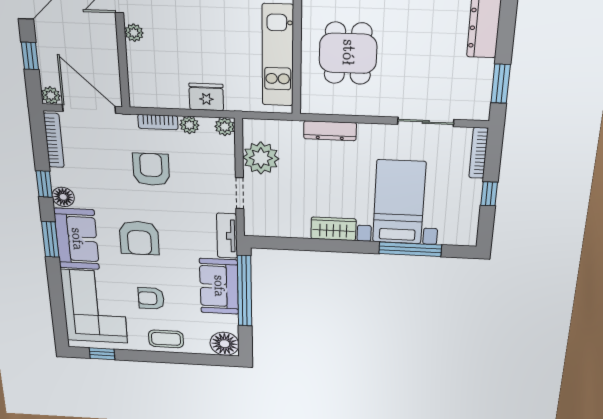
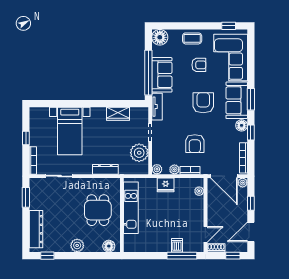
plant: (134, 33) -> (199, 191), moved
wardrobe: (333, 229) -> (118, 114), moved
window: (410, 249) -> (63, 104), removed

